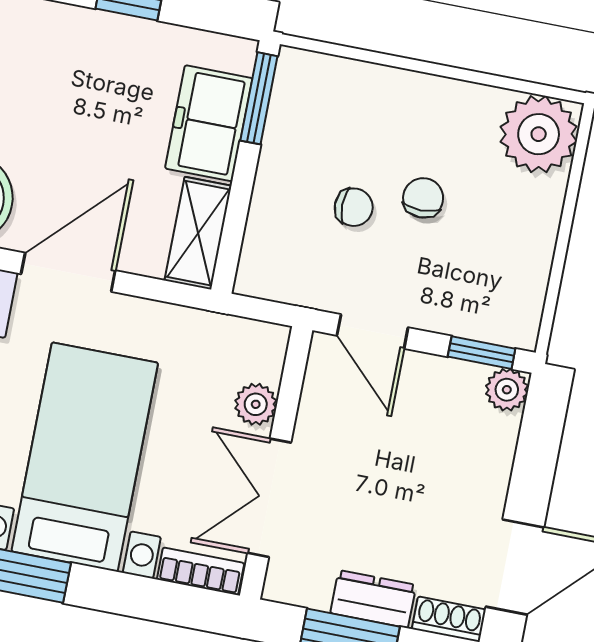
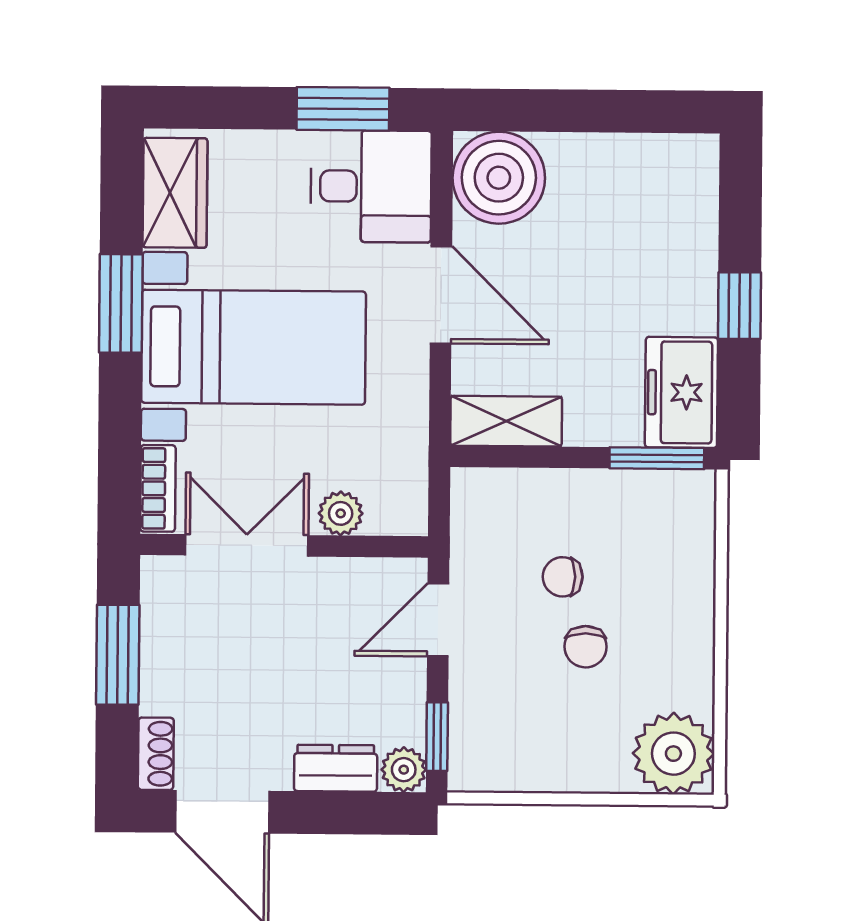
freezer: (209, 123) -> (681, 392), moved, turned -90
chair: (423, 198) -> (586, 647), turned 90
chair: (354, 207) -> (563, 577), turned 90
dresser: (373, 599) -> (336, 768), moved, turned -90

